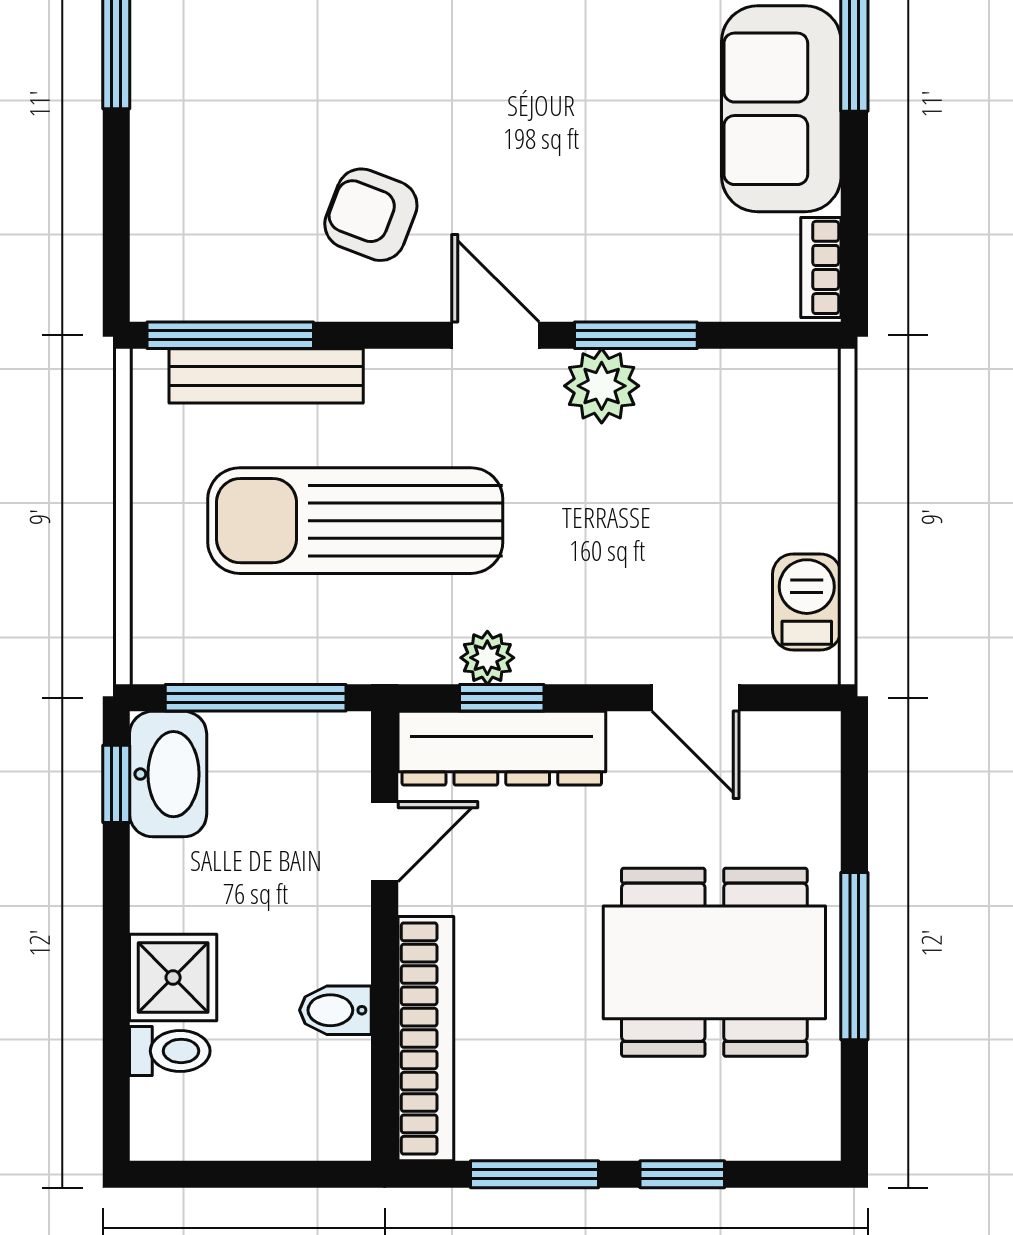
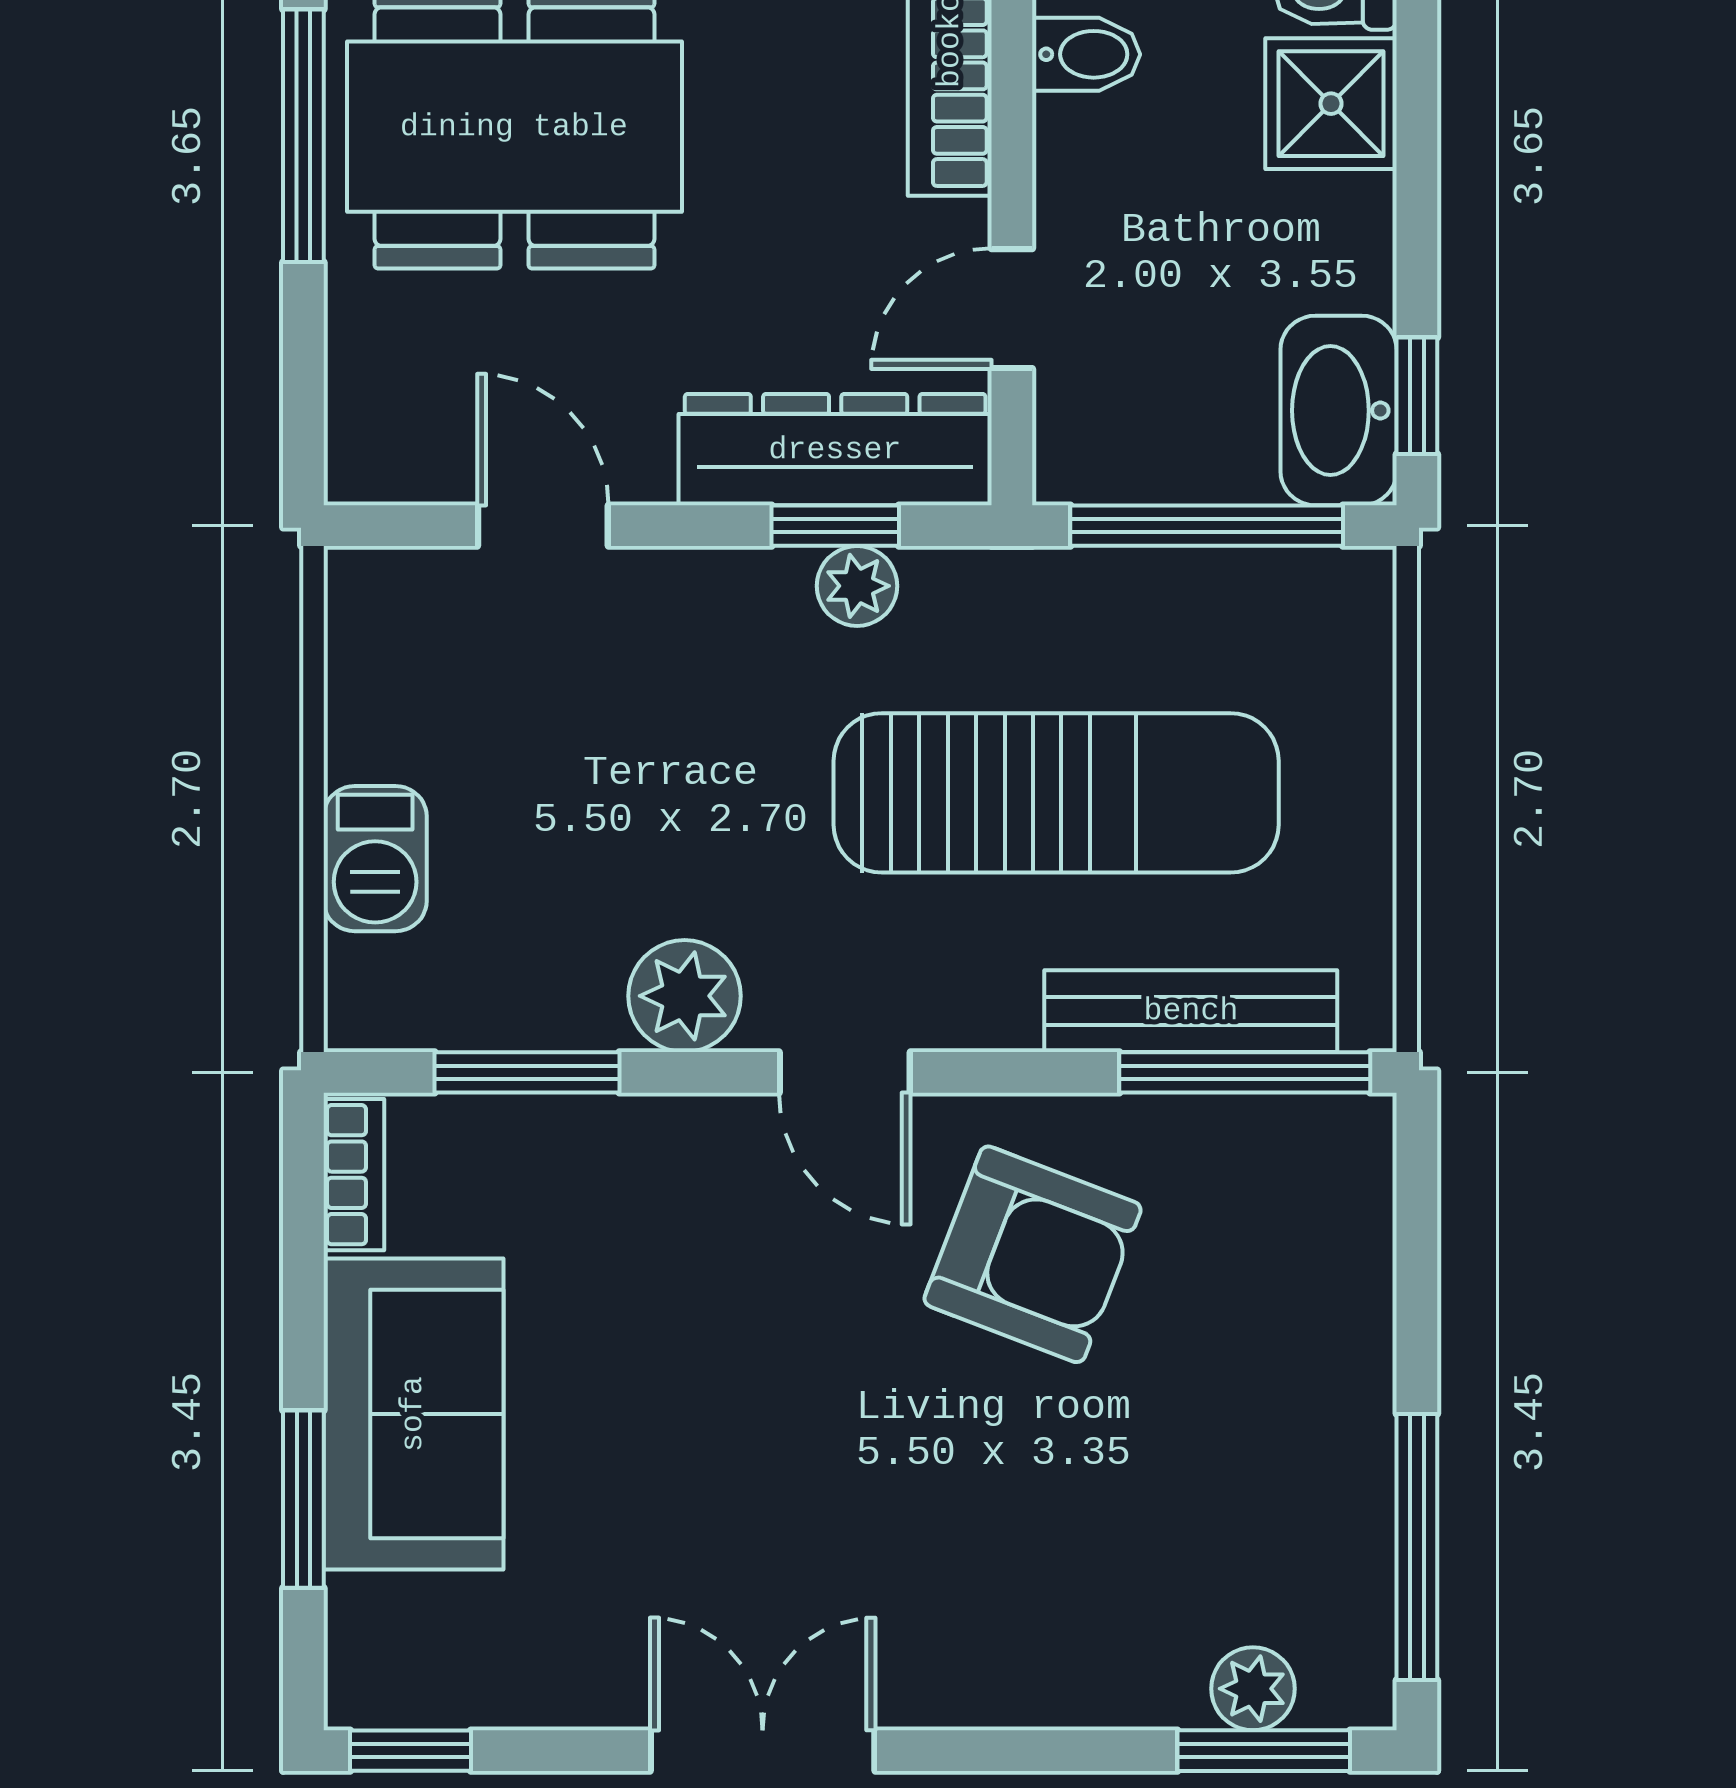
armchair: (371, 215) -> (1033, 1254), width x1.38, depth x1.38
window: (636, 335) -> (527, 1072), moved
barbecue: (807, 602) -> (375, 859), moved

